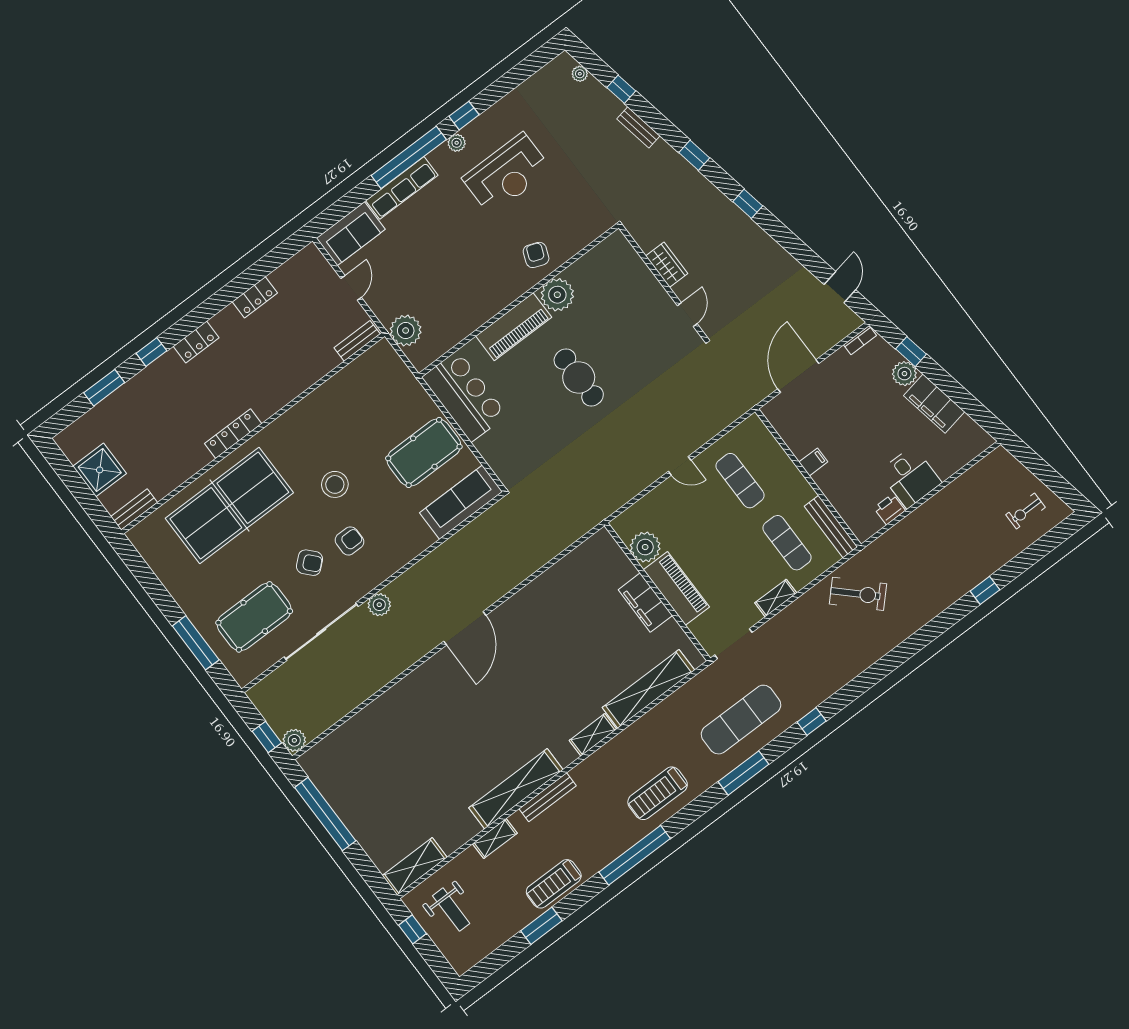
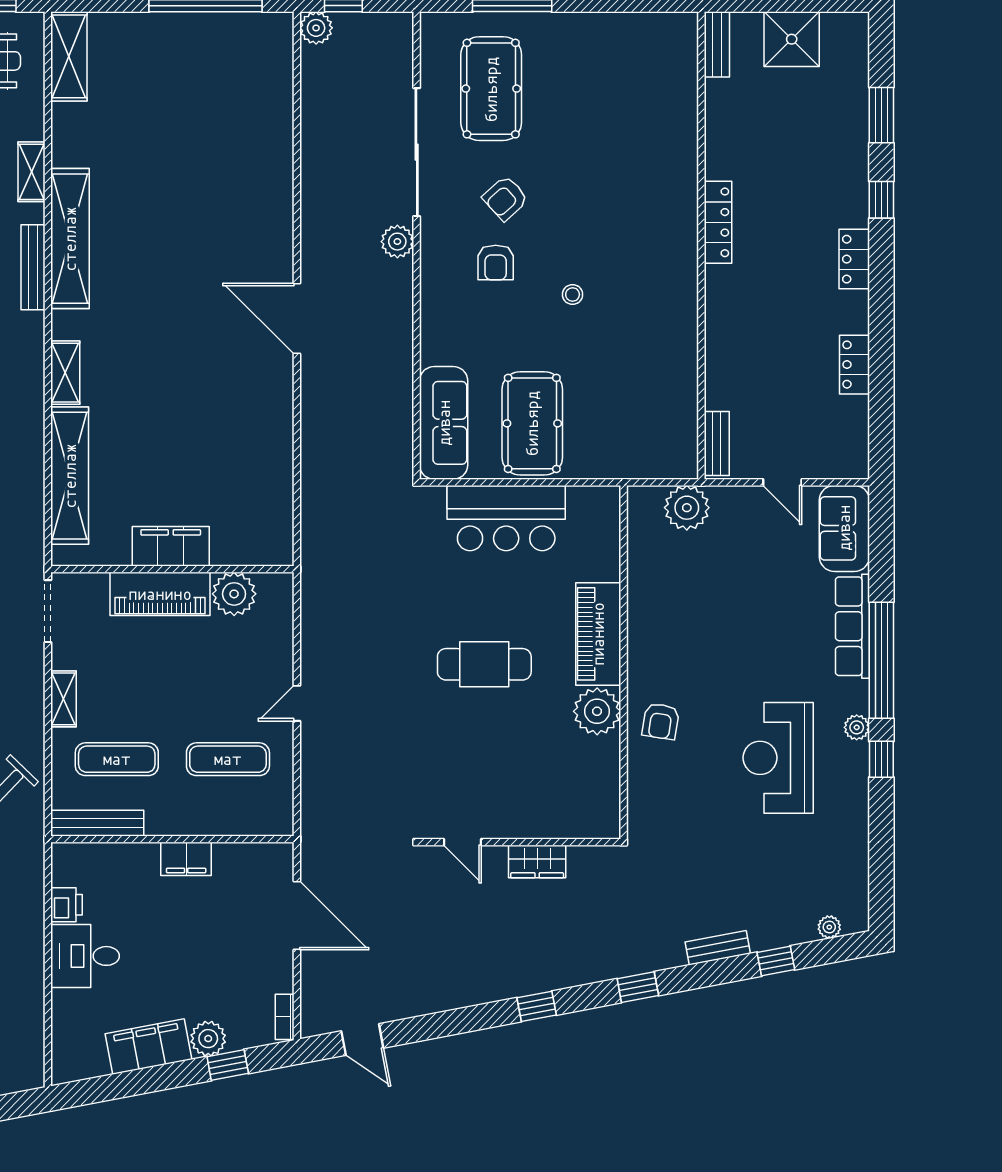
armchair: (536, 255) -> (661, 721), turned 78
bar counter: (464, 396) -> (506, 518), moved
filing cabinet: (813, 462) -> (186, 859), width x2.00
stool: (335, 484) -> (573, 295), width x0.53, depth x0.53
table tennis table: (229, 505) -> (639, 156), removed

